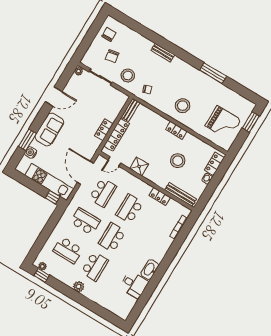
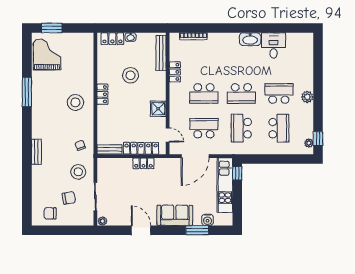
grand piano: (223, 123) -> (47, 54), moved

